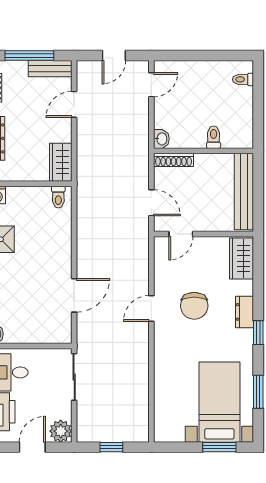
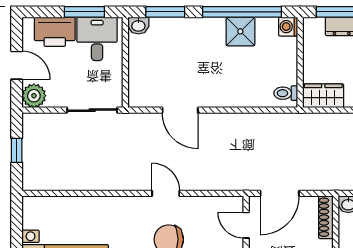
door: (151, 203) -> (280, 193), width x1.38

